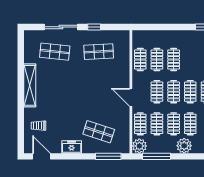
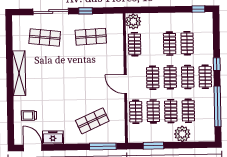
clothes rail: (157, 59) -> (187, 43), moved
shop shelf: (99, 132) -> (92, 121), turned -42
plant: (139, 146) -> (133, 21), moved
freezer: (72, 147) -> (53, 137), moved
window: (156, 156) -> (153, 146), width x0.69

